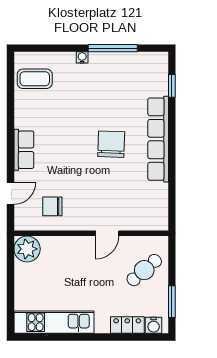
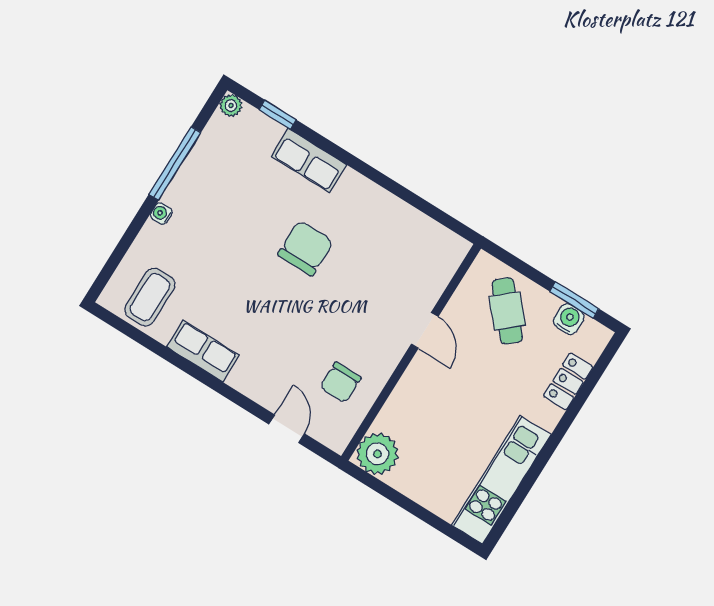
plant: (161, 59) -> (231, 105), added
row of seats: (158, 139) -> (309, 161), width x0.50
chair: (111, 144) -> (306, 248), turned 88
row of seats: (24, 150) -> (203, 351), moved
water cooler: (154, 325) -> (569, 319), moved, turned -90

